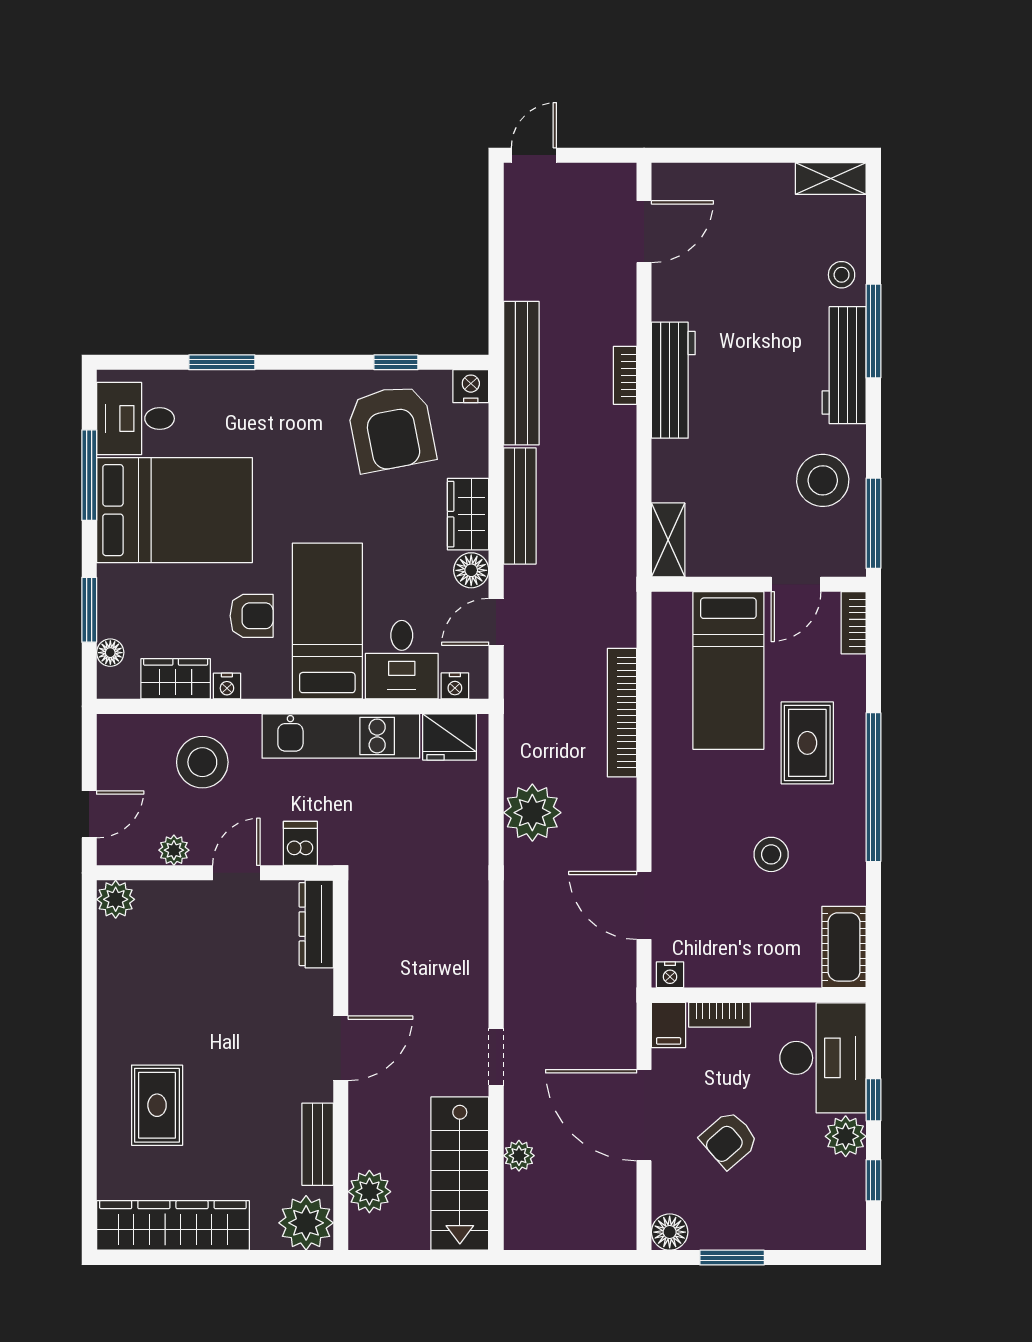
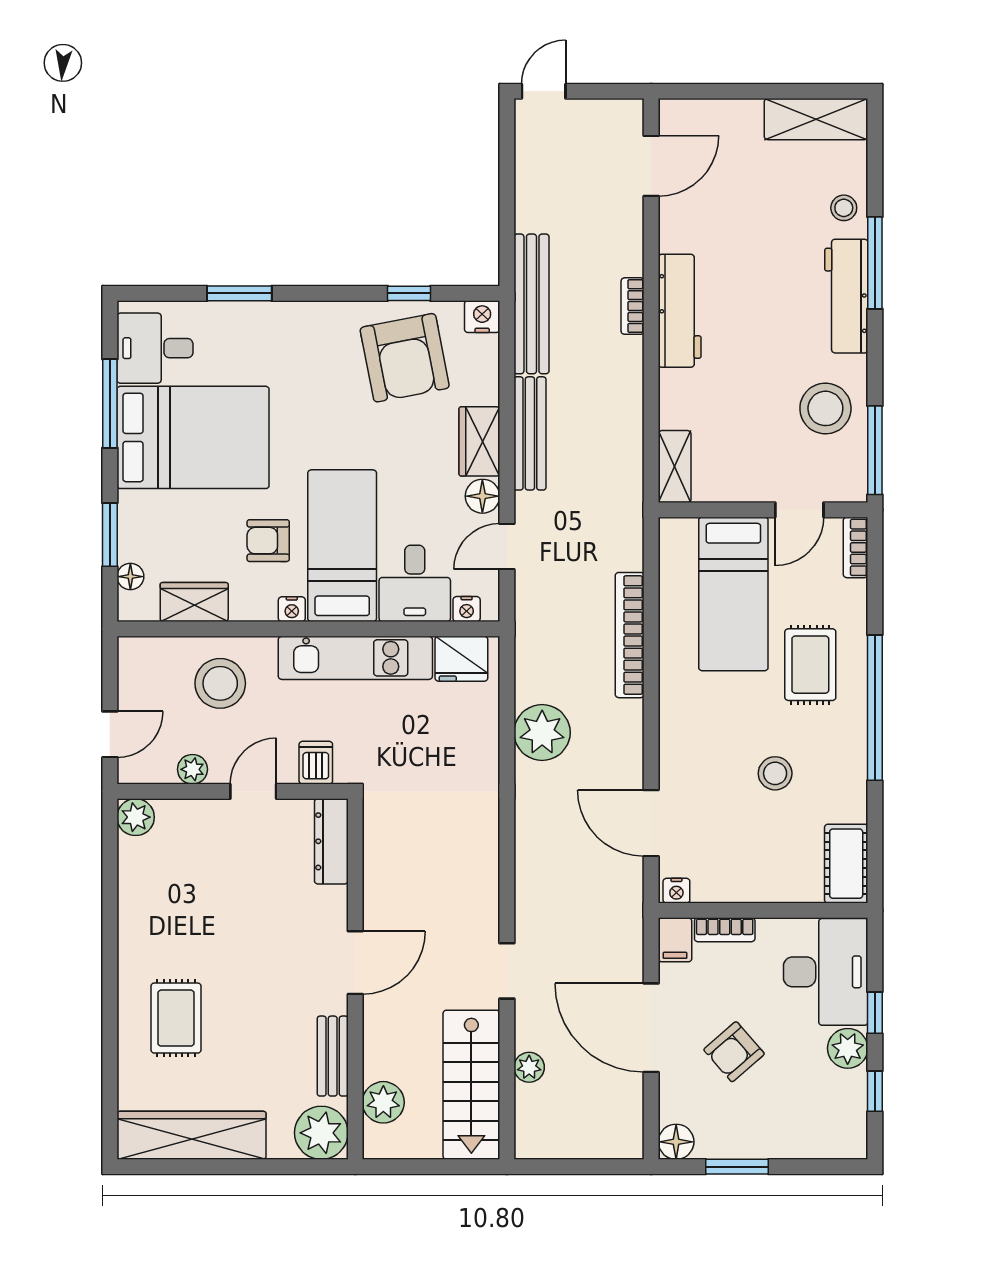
shelving: (831, 178) -> (816, 119), width x1.50, depth x1.33
armchair: (252, 616) -> (268, 541), turned 180
nightstand: (227, 686) -> (292, 609), moved

